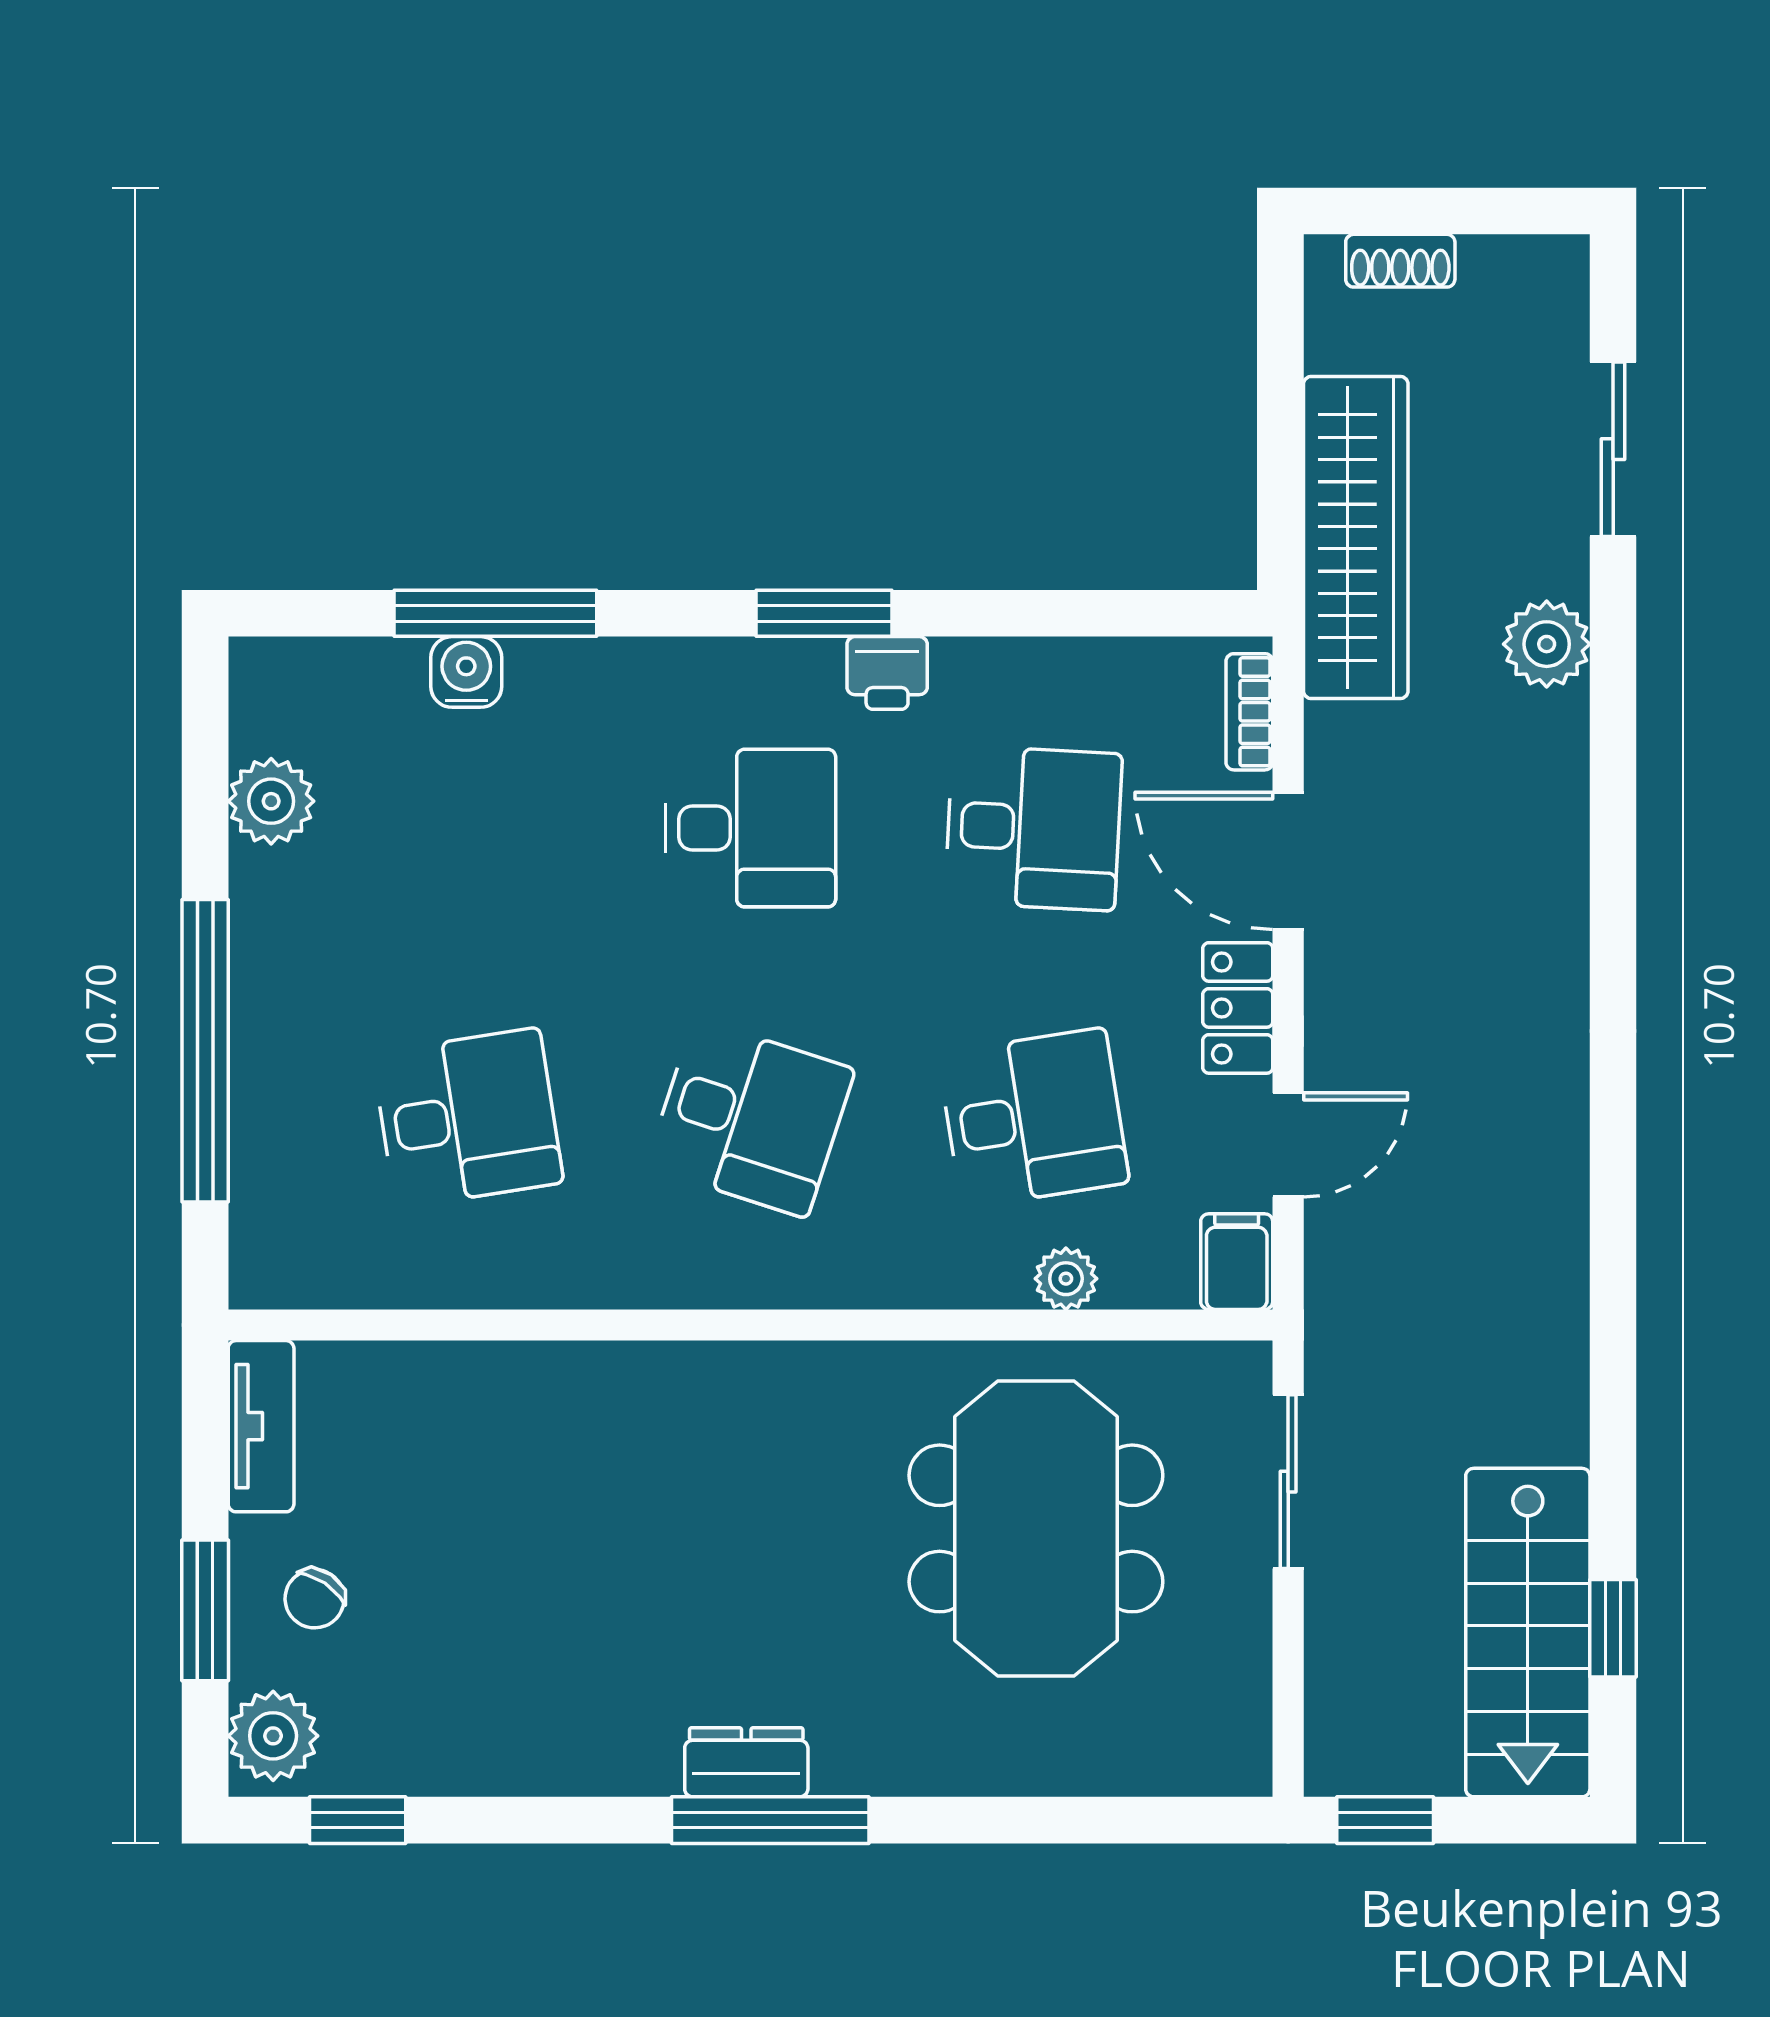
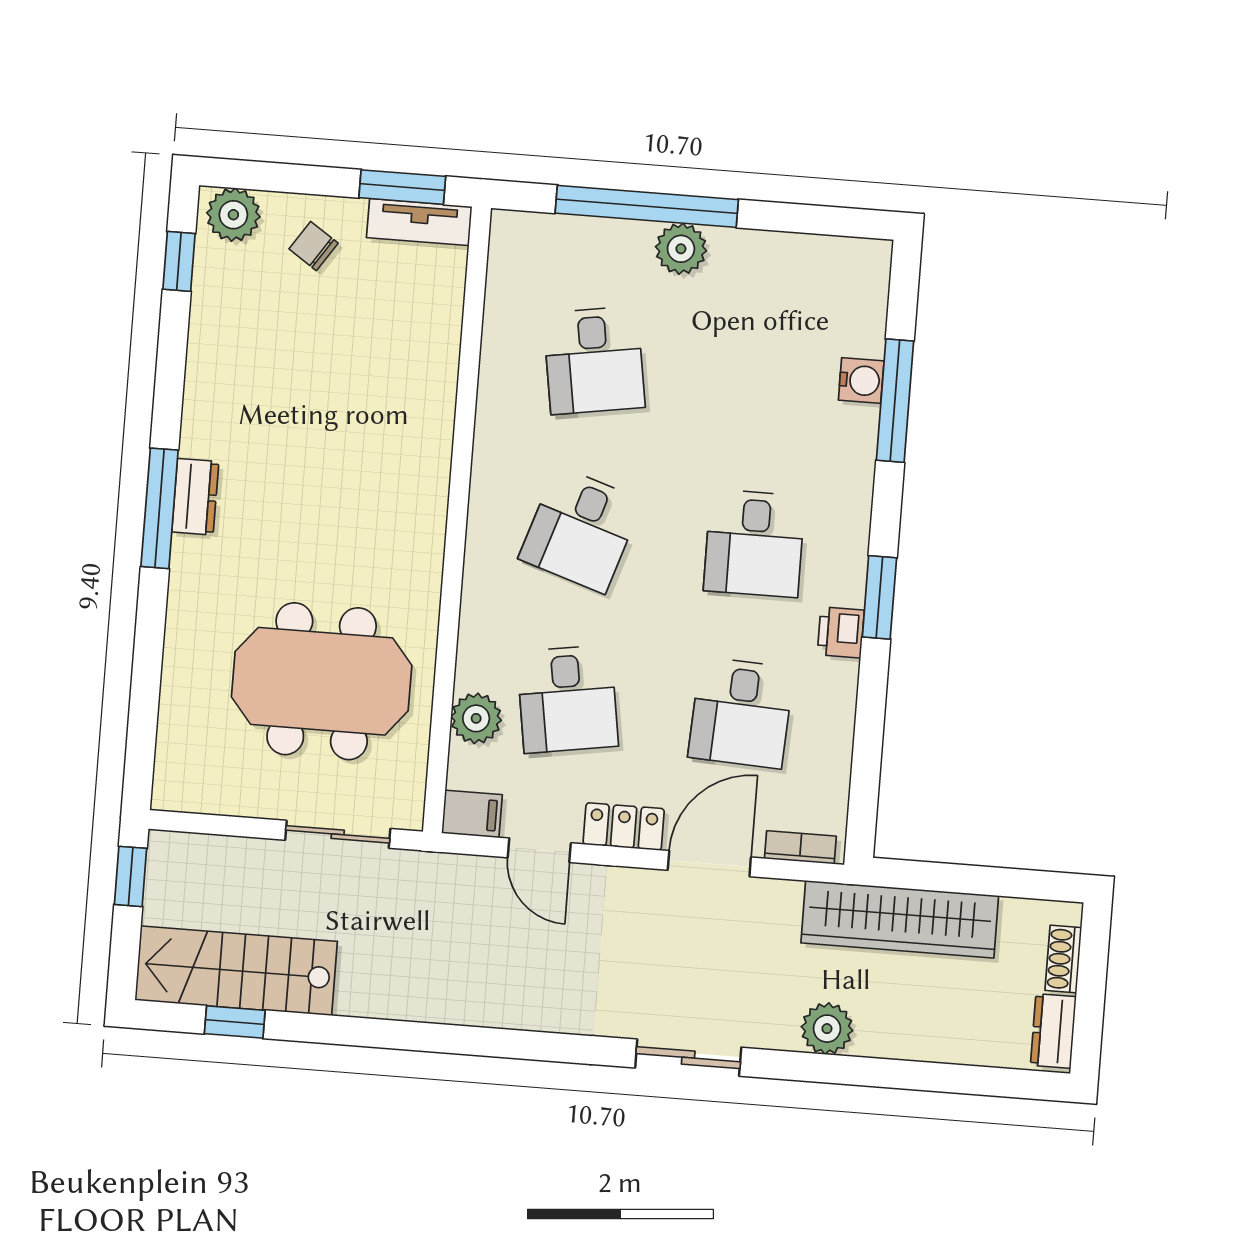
dresser: (1521, 268) -> (1053, 1031), added
sliding door: (1613, 449) -> (688, 1058), moved
plant: (271, 801) -> (681, 249), moved
plant: (1066, 1279) -> (476, 718), width x1.38, depth x1.38
window: (205, 1610) -> (402, 187), moved

